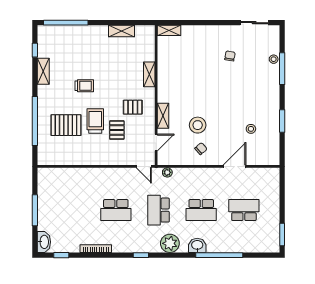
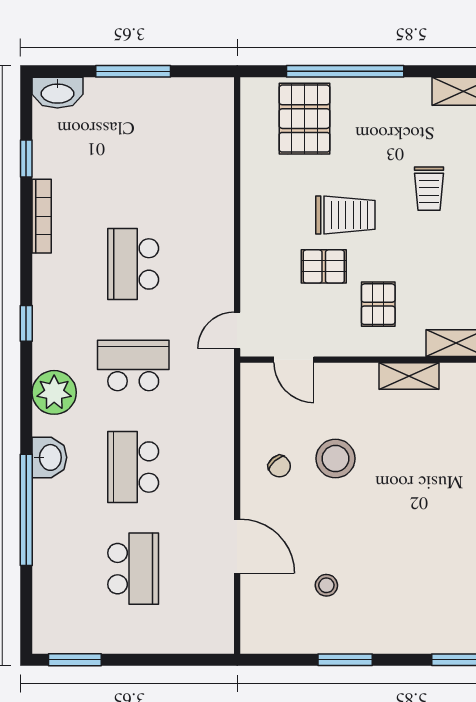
shelving: (163, 116) -> (409, 376), moved
pallet: (66, 125) -> (305, 119), moved
plant: (167, 172) -> (223, 386), removed
window: (61, 255) -> (26, 159), moved

